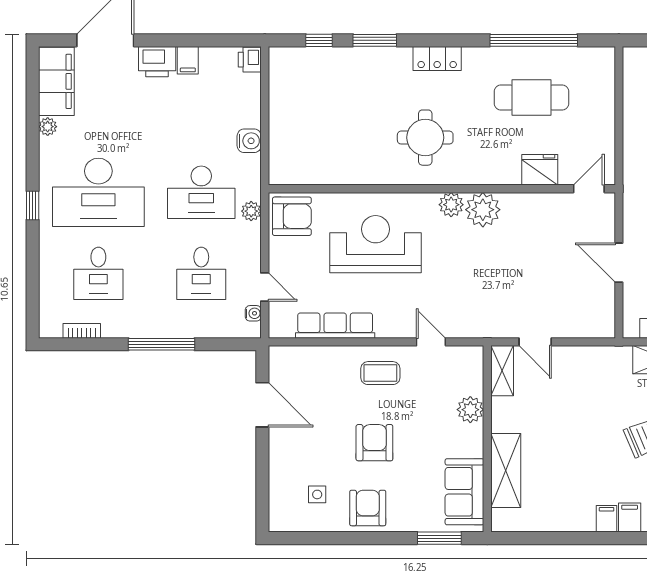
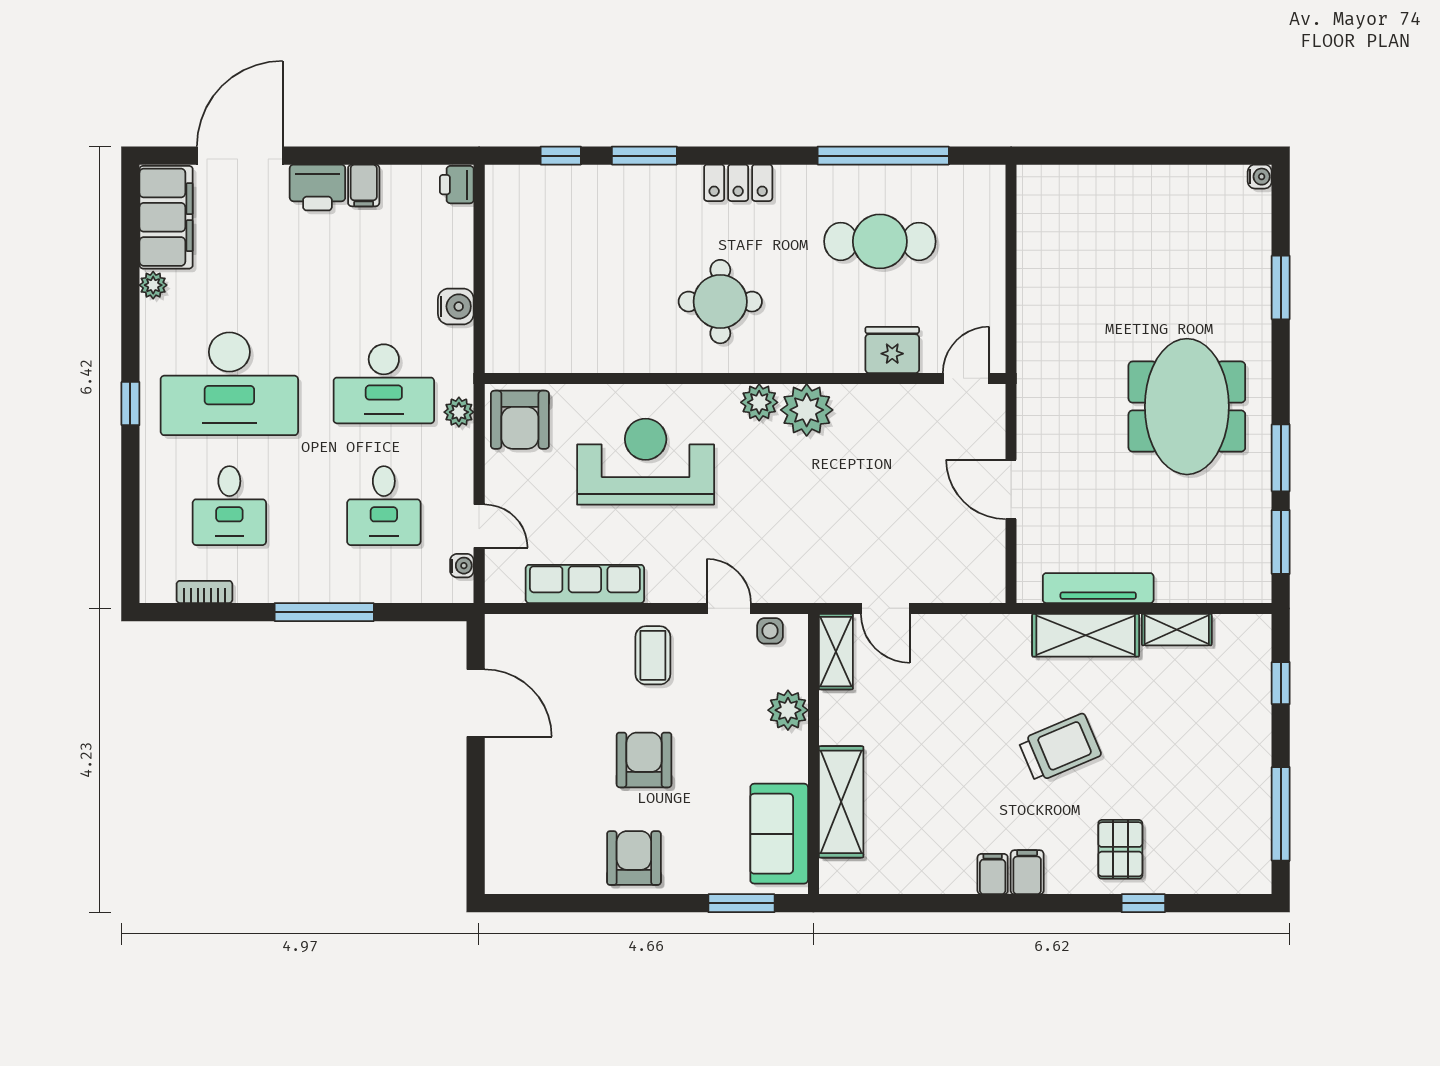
armchair: (292, 216) -> (520, 420), turned 90
coffee table: (380, 373) -> (653, 655), turned 90
side table: (317, 494) -> (770, 631), moved

